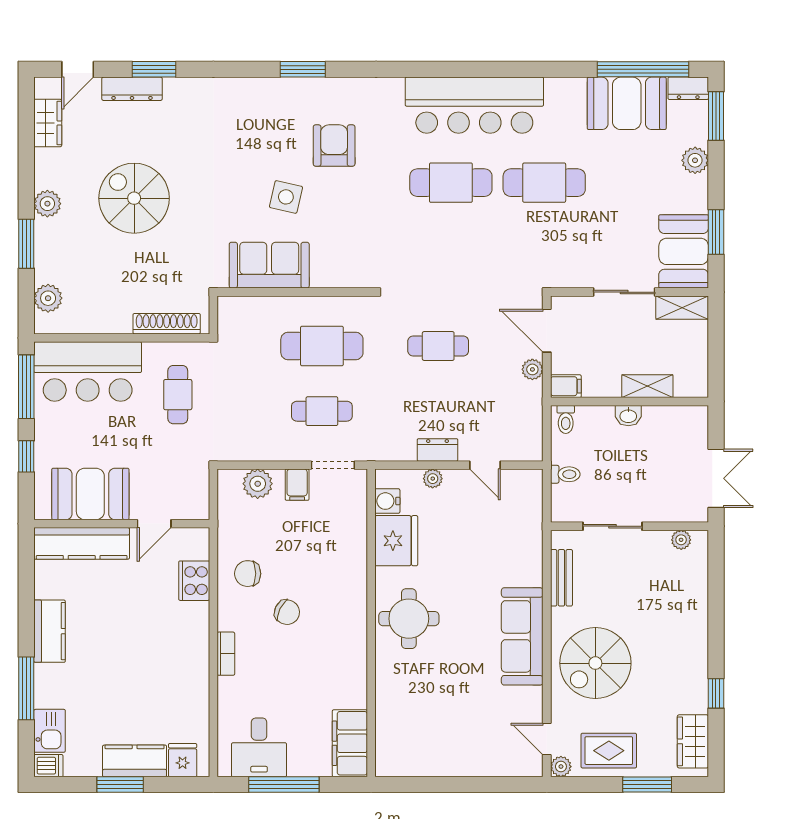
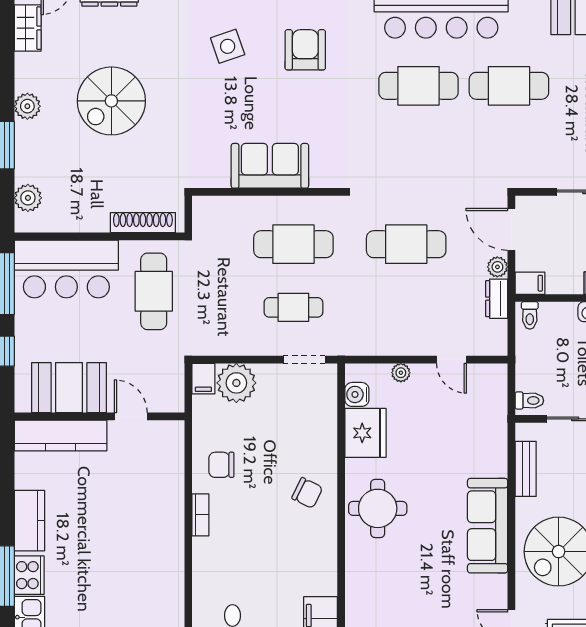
side table: (286, 197) -> (228, 46), moved, turned -32
spiral stairs: (134, 198) -> (111, 101), turned -90
sofa: (269, 265) -> (270, 166), moved
cafe table: (438, 346) -> (406, 244), width x1.37, depth x1.35
cafe table: (178, 395) -> (154, 291), width x1.37, depth x1.35
dresser: (437, 450) -> (497, 299), moved, turned -90
toilet: (565, 474) -> (529, 401), moved
plant: (258, 484) -> (236, 383), width x1.36, depth x1.36
filing cabinet: (297, 485) -> (203, 379), moved
door: (154, 524) -> (131, 416), swing flipped
cooker: (194, 581) -> (29, 575), moved, turned 180
chair: (287, 612) -> (307, 493), moved
bookcase: (226, 654) -> (200, 515), moved

